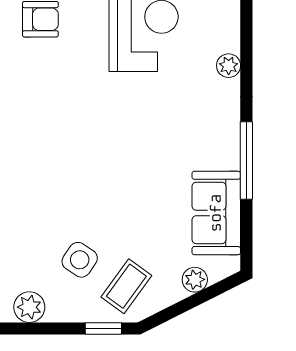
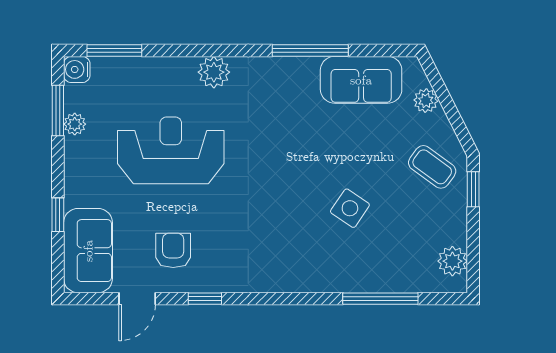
plant: (229, 66) -> (214, 72), width x1.38, depth x1.38
side table: (80, 260) -> (350, 208), moved

